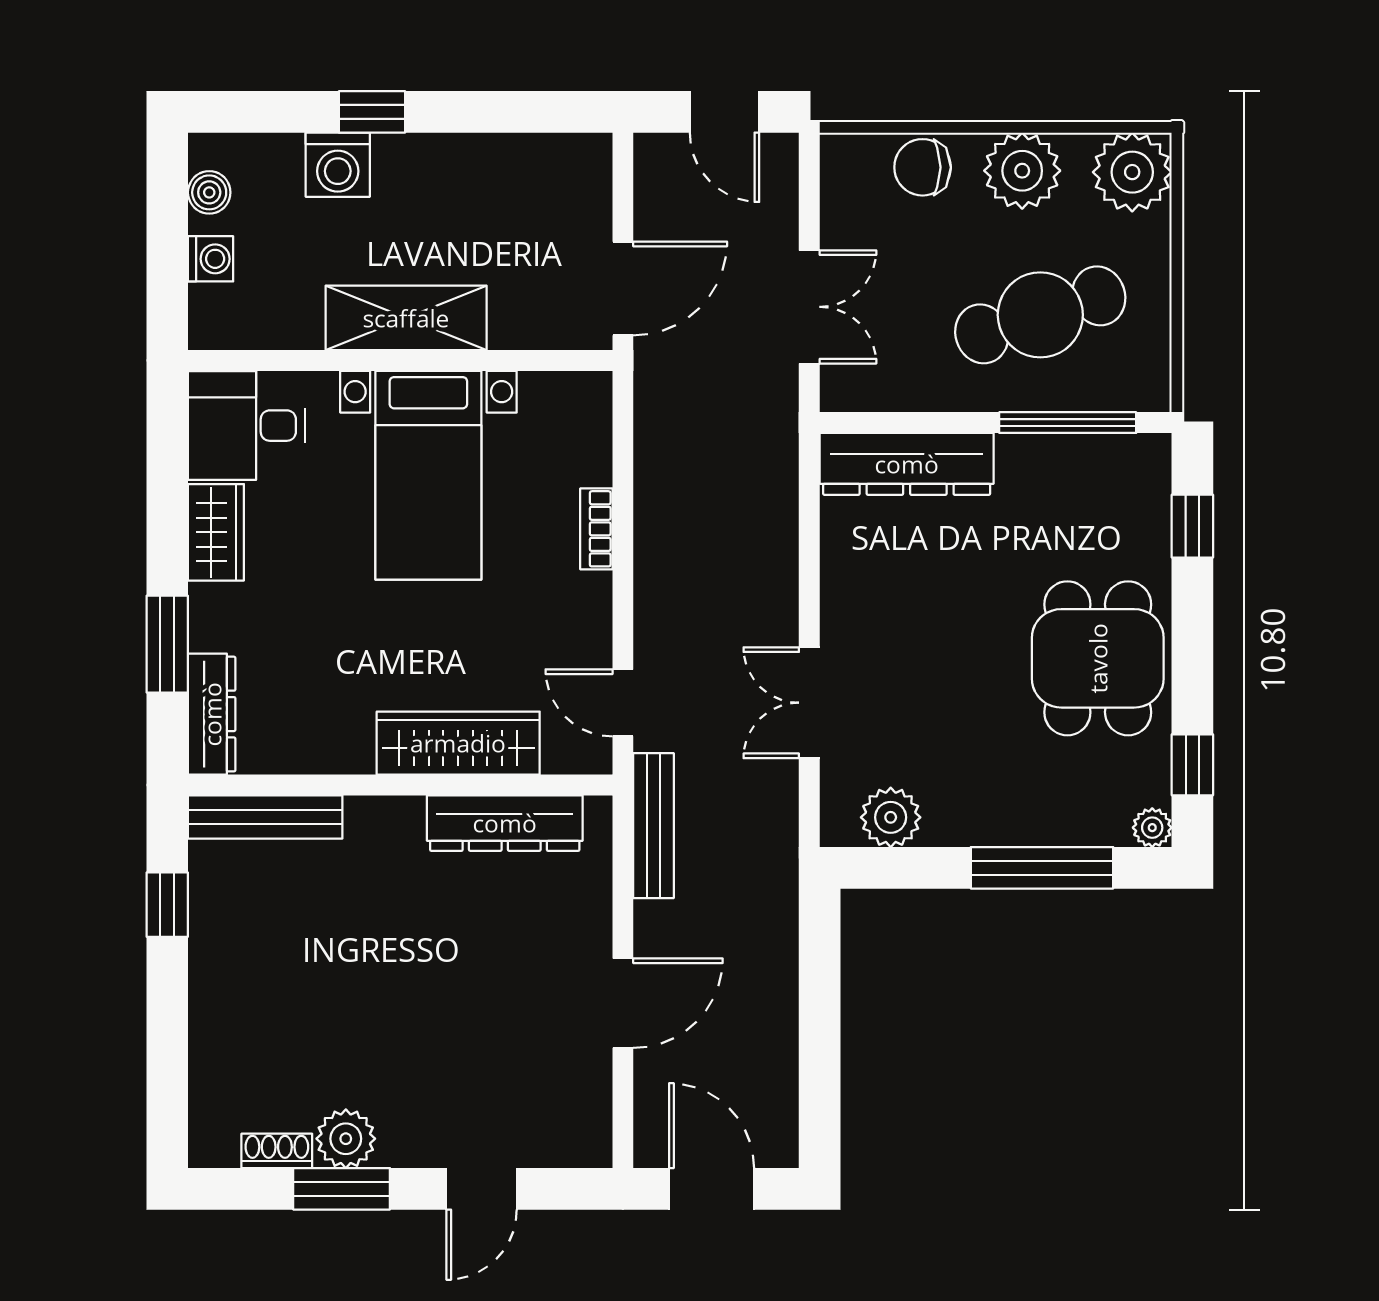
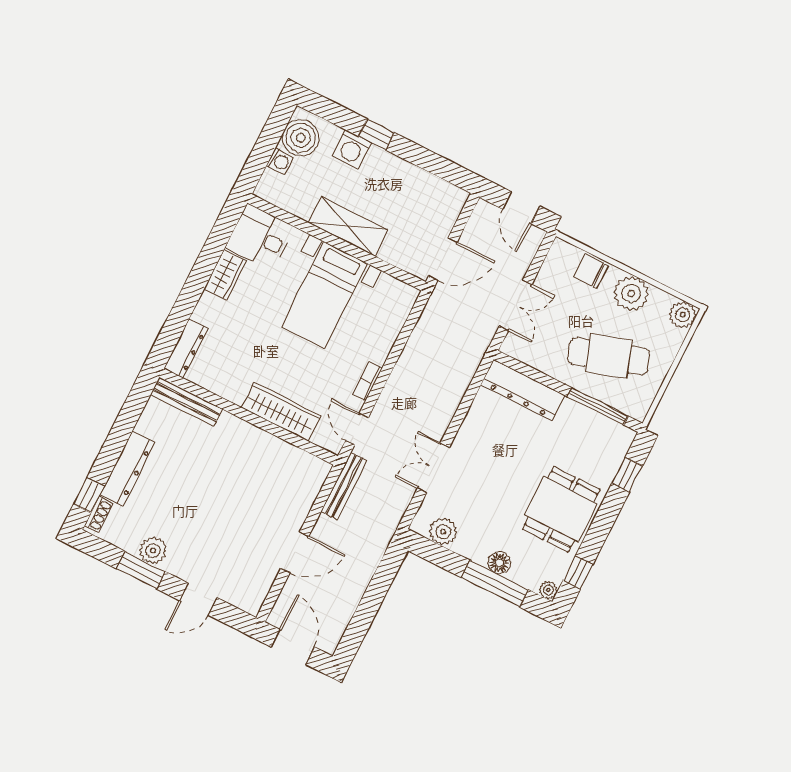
plant: (1132, 172) -> (683, 315), width x0.73, depth x0.73
boiler: (209, 192) -> (301, 138), width x1.86, depth x1.86
bookcase: (596, 529) -> (367, 381), moved
window: (167, 644) -> (182, 311), removed
dresser: (505, 823) -> (127, 469), moved, turned -90
floor lamp: (1030, 823) -> (499, 563), added
window: (167, 905) -> (89, 495), moved
shoe rack: (277, 1151) -> (99, 515), moved, turned 90

